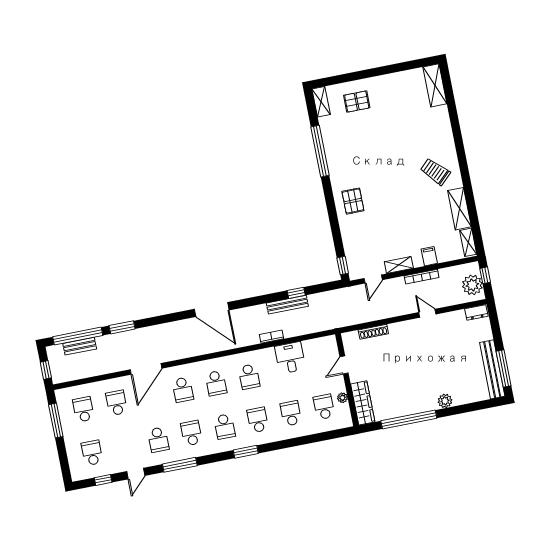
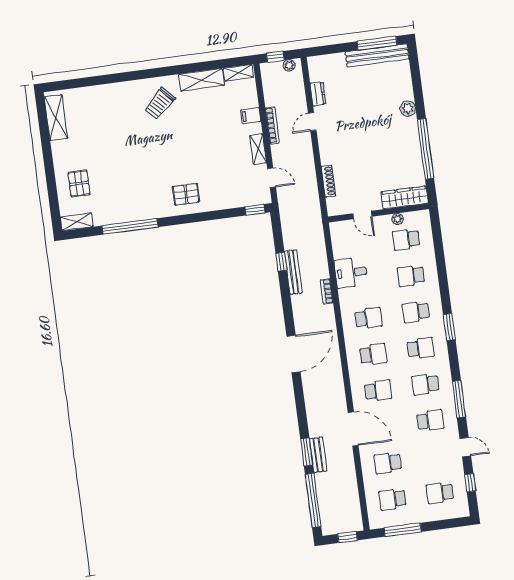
shelving: (435, 85) -> (56, 118), moved, turned 90
plant: (472, 285) -> (289, 65), width x0.53, depth x0.53
dresser: (476, 312) -> (318, 94), moved
bench: (80, 346) -> (318, 455), moved

